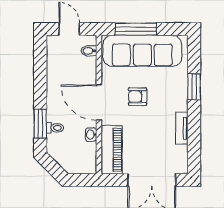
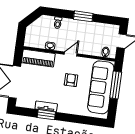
window: (194, 87) -> (46, 115), moved
door: (99, 102) -> (71, 54), width x0.53
window: (40, 124) -> (83, 16), moved

